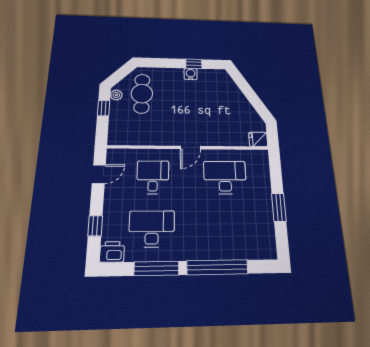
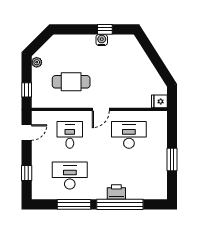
cafe table: (142, 94) -> (71, 82), moved, turned 90
window: (104, 108) -> (27, 90), moved
printer: (112, 252) -> (116, 192), moved

